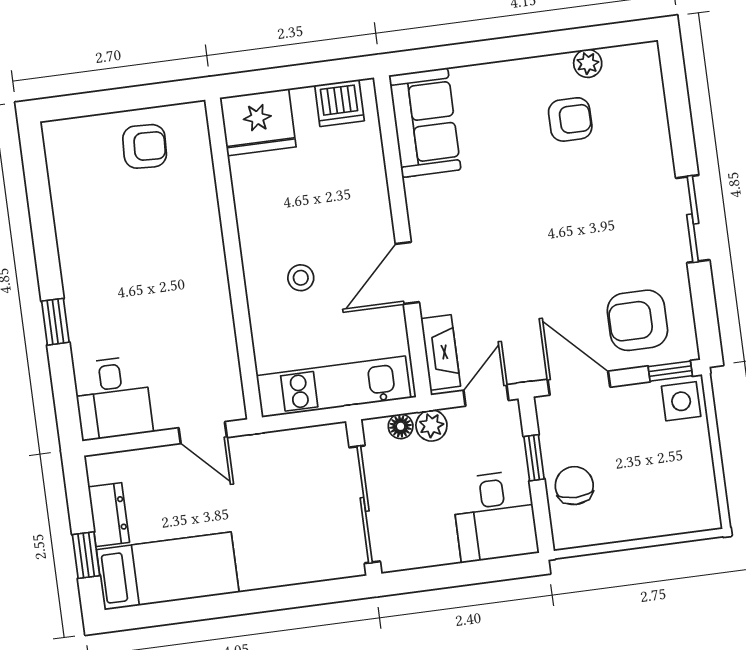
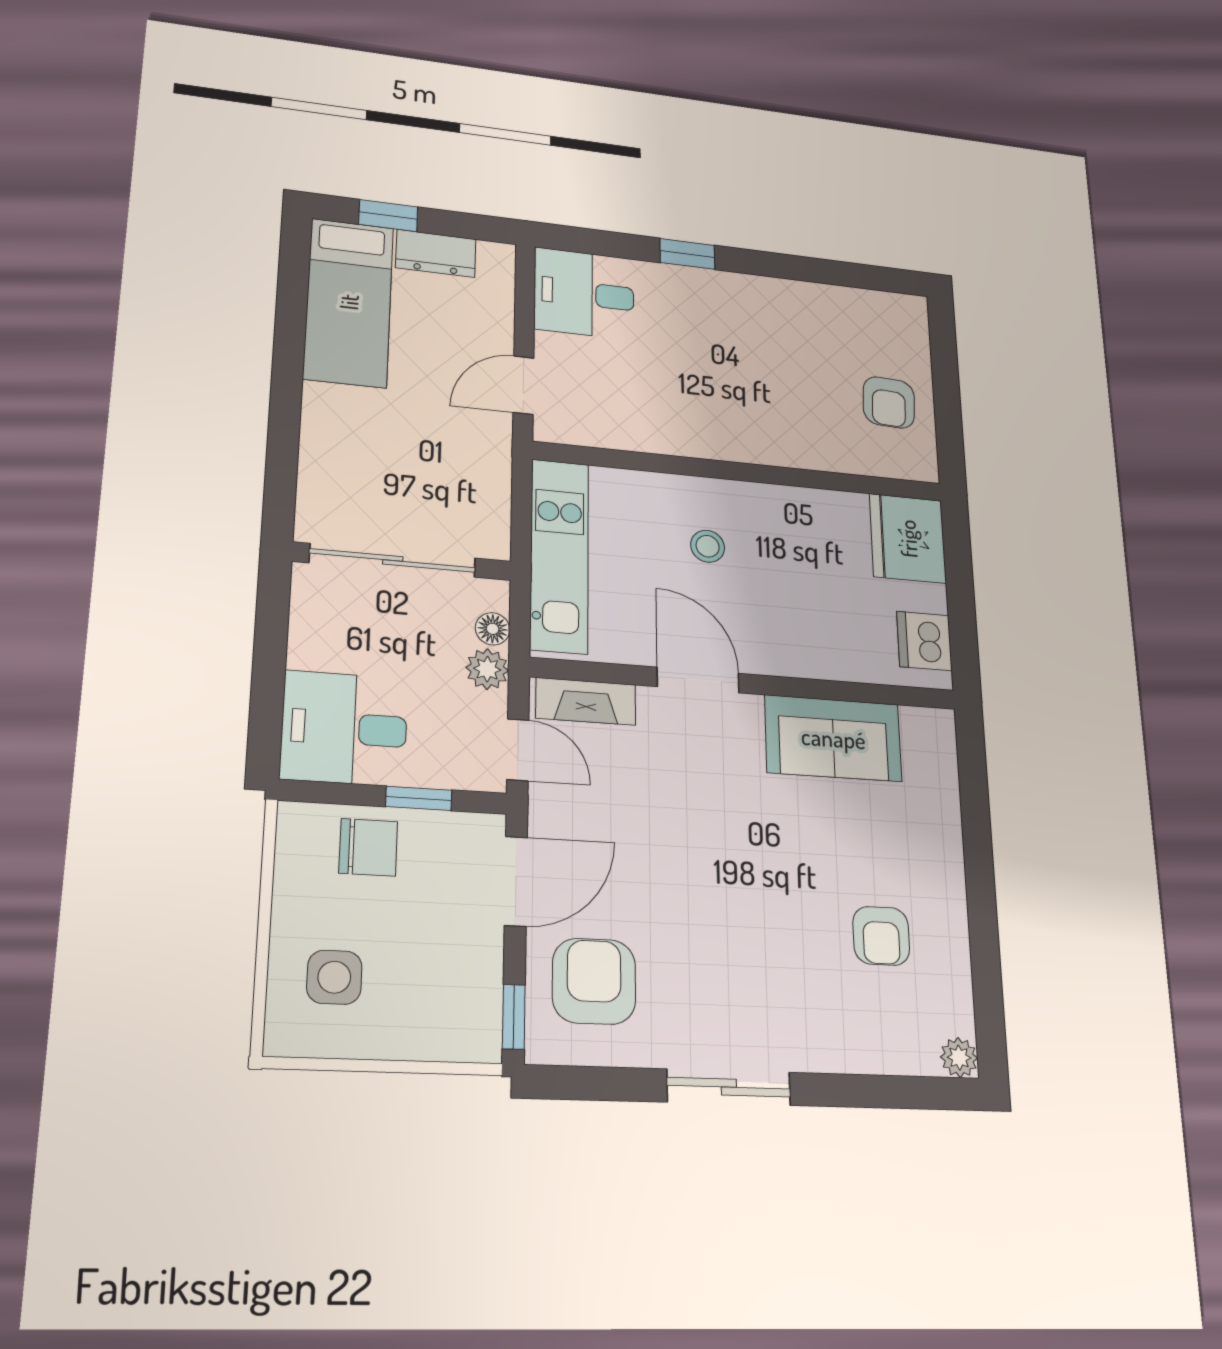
plant: (588, 63) -> (959, 1058), moved
sofa: (425, 123) -> (833, 738), moved
side table: (681, 401) -> (334, 977), moved

